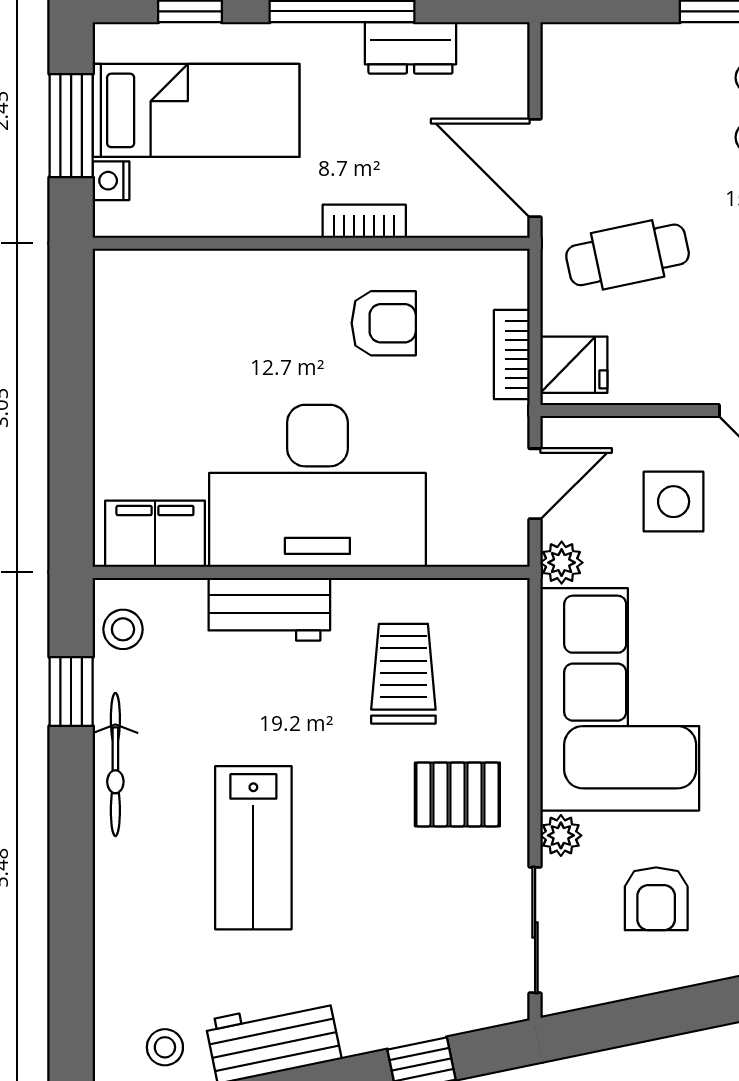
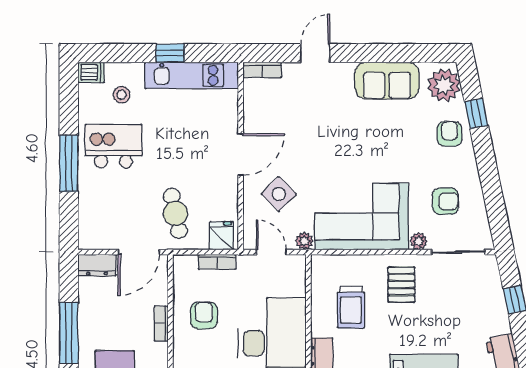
dresser: (410, 48) -> (97, 265), moved, turned 90
side table: (674, 502) -> (279, 194), turned 45
trolley: (403, 674) -> (351, 307), turned -90

